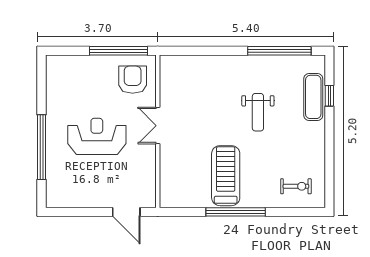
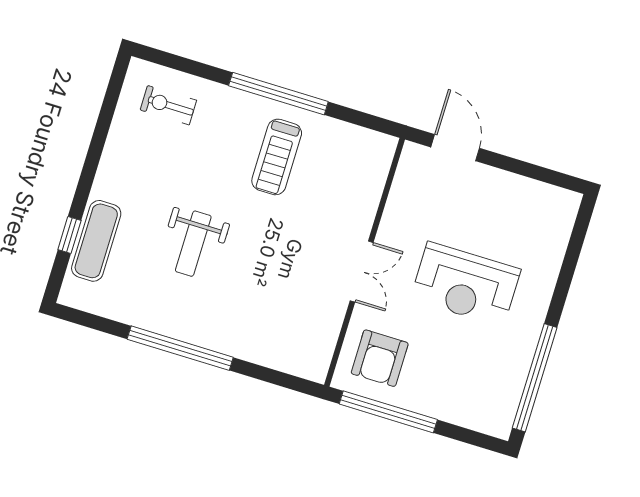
window: (279, 51) -> (180, 348), moved
weight bench: (258, 112) -> (193, 244), turned 180
window: (42, 147) -> (535, 378), moved
treadmill: (226, 176) -> (277, 157), width x0.73, depth x0.73

